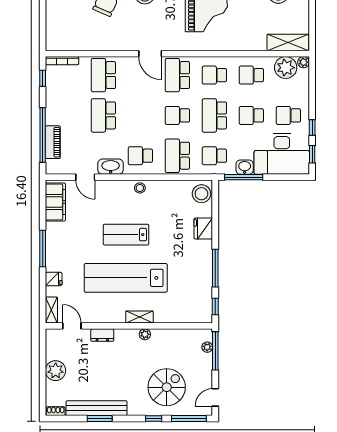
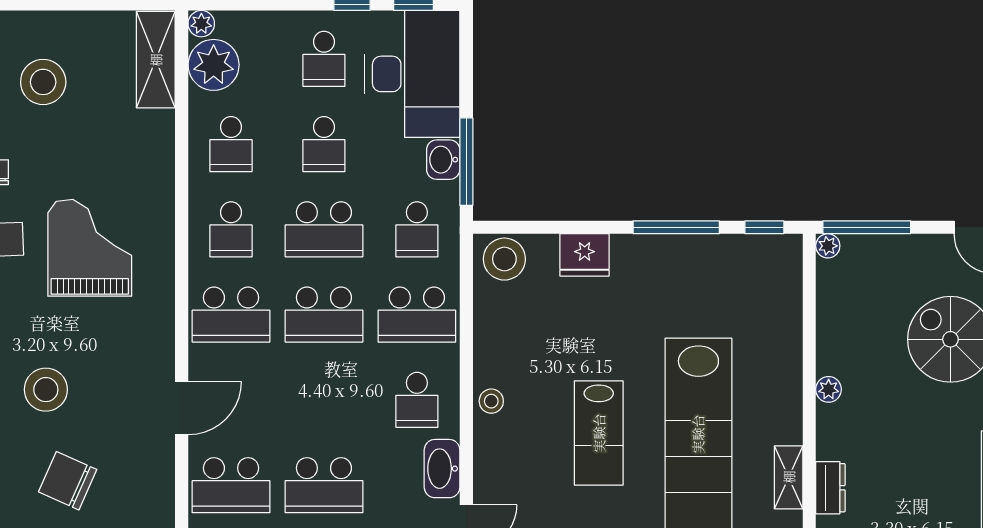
door: (150, 54) -> (182, 408), moved
school desk: (177, 115) -> (324, 315), width x1.85
shelving: (139, 317) -> (789, 477), moved
plant: (207, 347) -> (828, 246), moved

